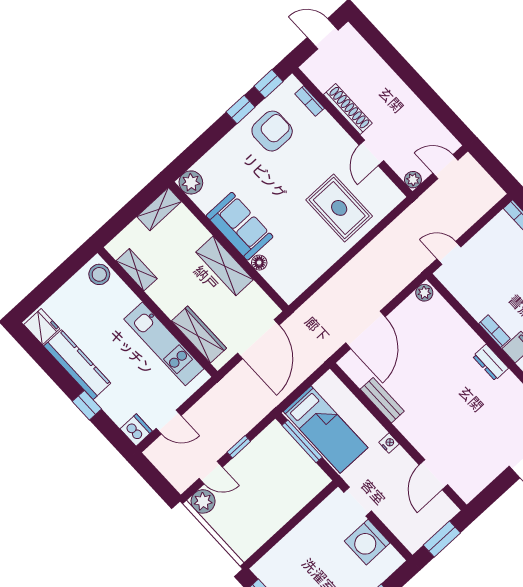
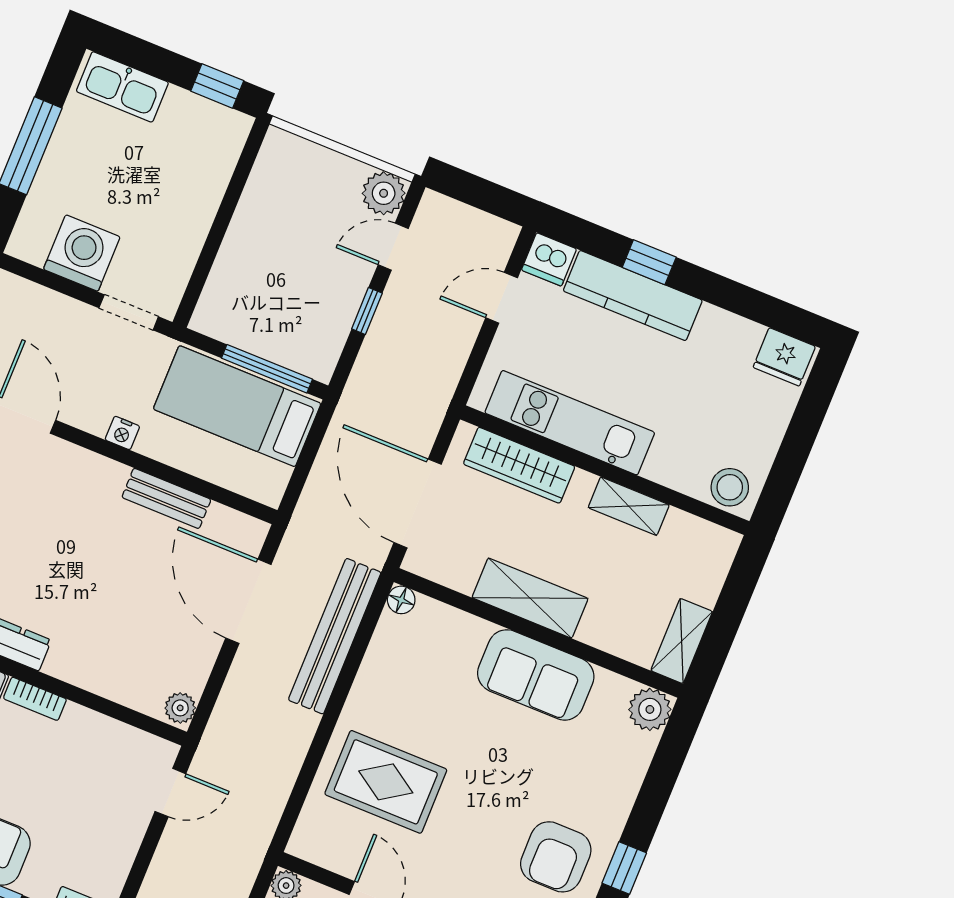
floor lamp: (259, 263) -> (401, 600), moved
shelving: (137, 270) -> (629, 506), moved
bench: (331, 292) -> (335, 636), added
kitchen counter: (77, 365) -> (633, 296), moved

